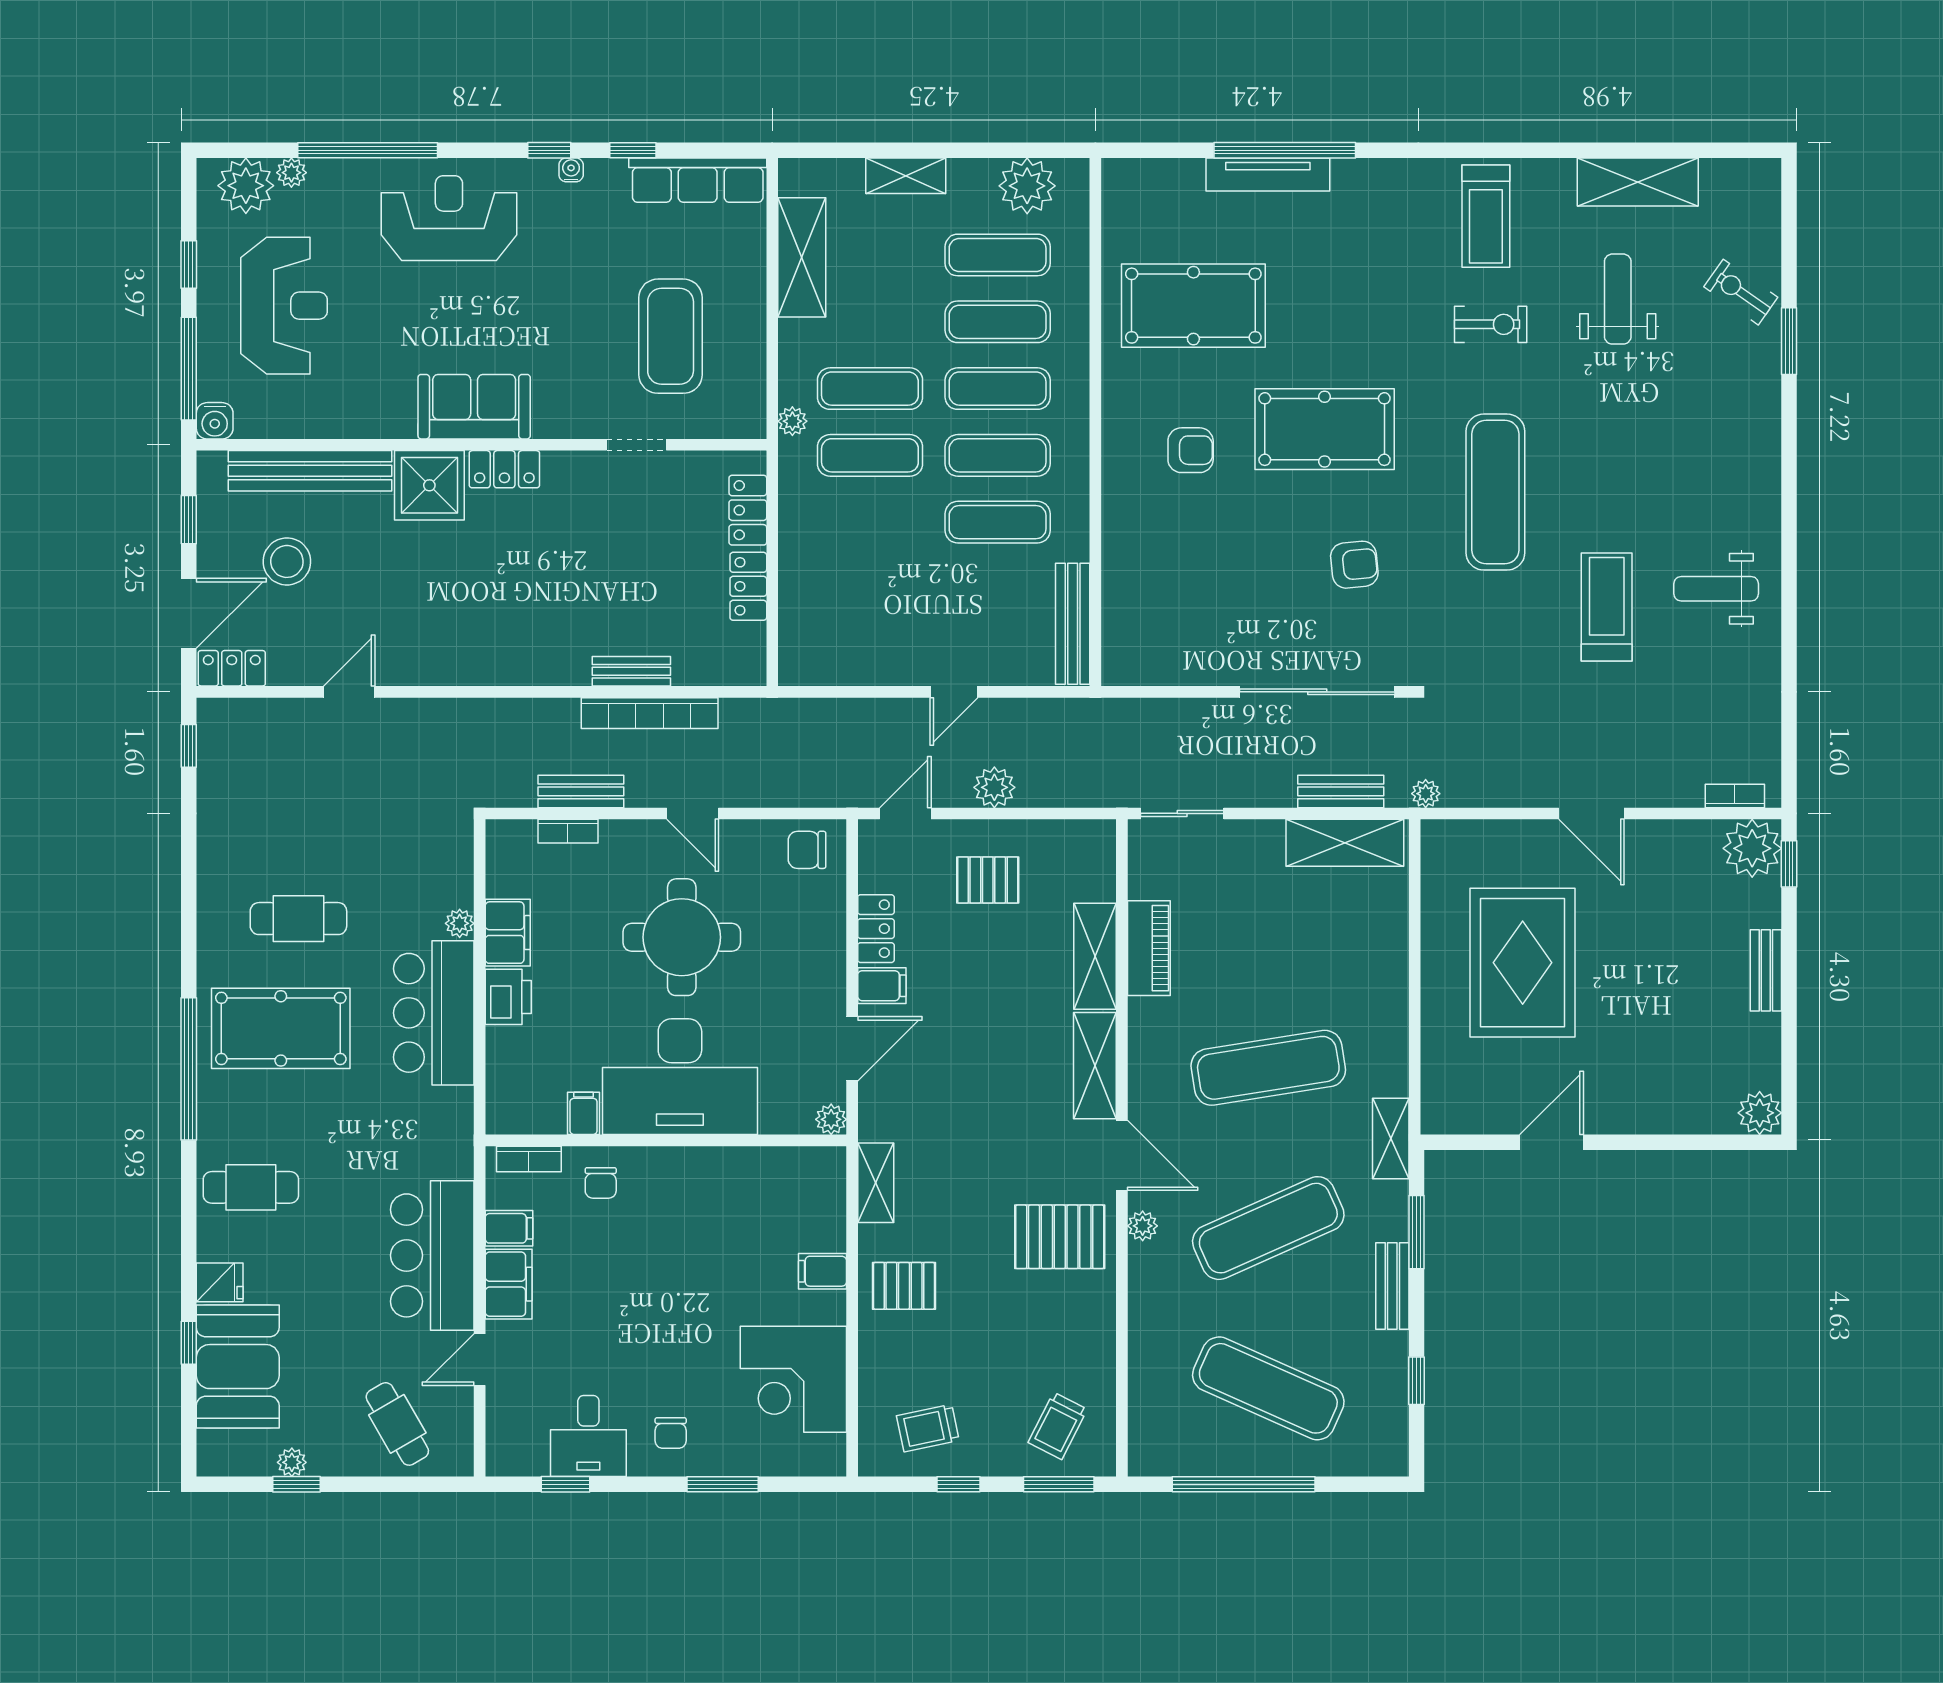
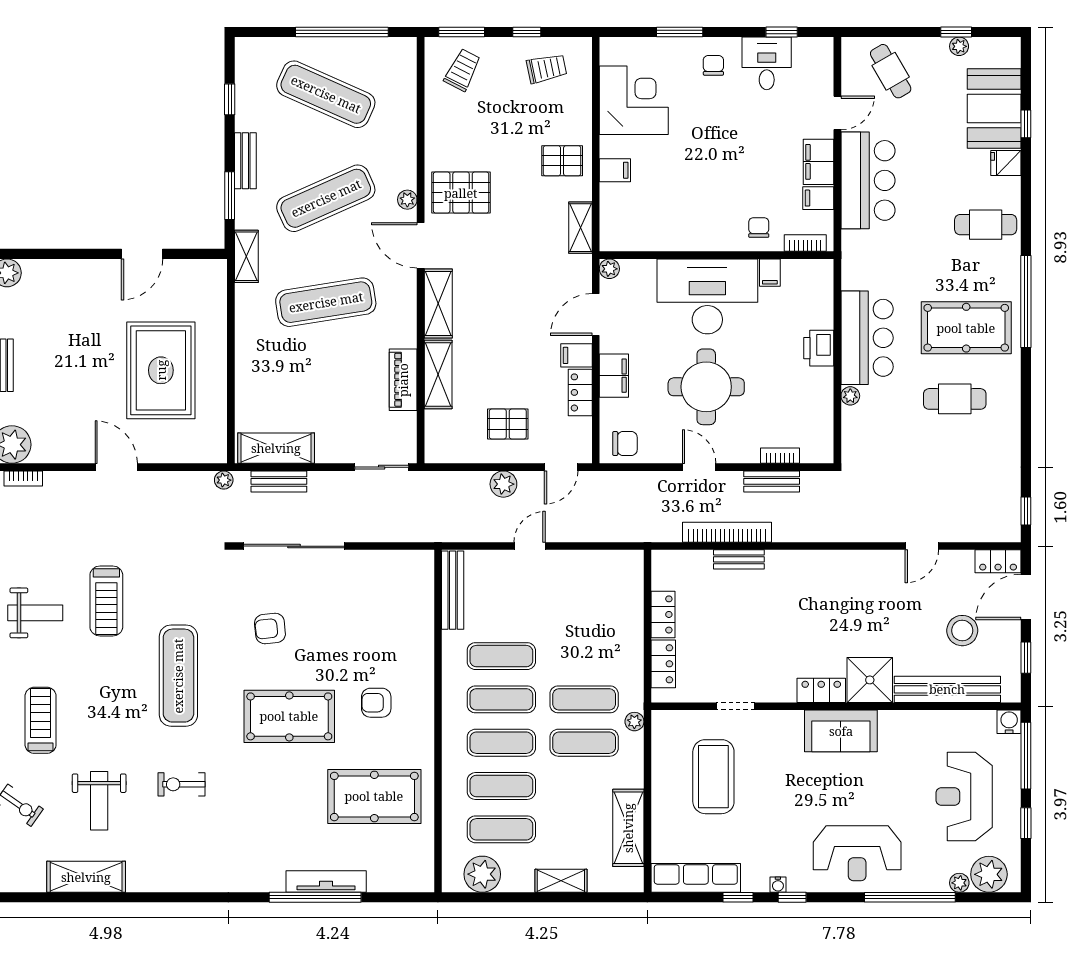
treadmill: (1486, 216) -> (41, 720), moved
filing cabinet: (508, 933) -> (614, 376), moved, turned 180

